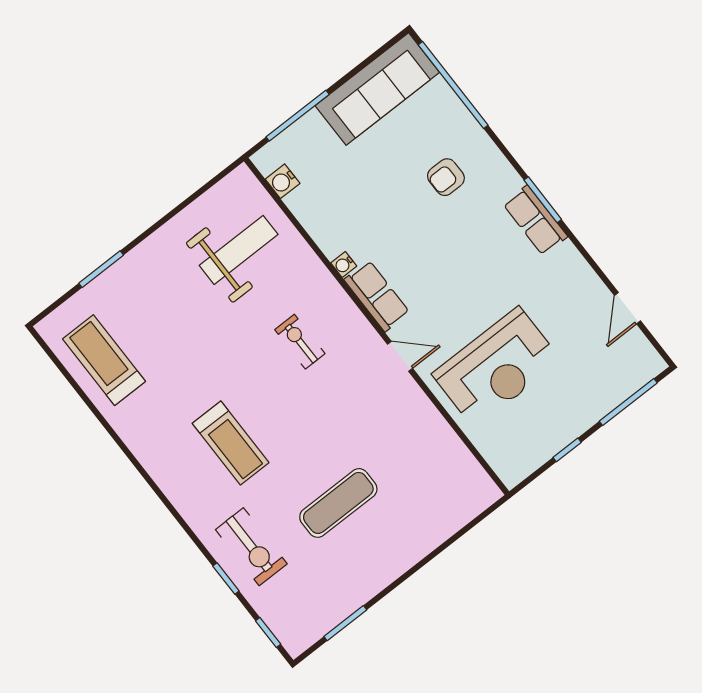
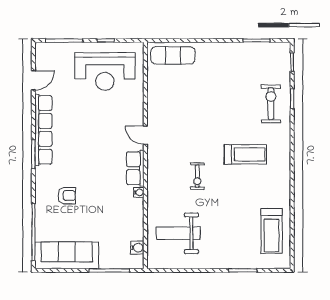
row of seats: (535, 220) -> (43, 130), width x2.02
exercise bike: (300, 342) -> (197, 176), moved
reception desk: (497, 367) -> (105, 72), moved, turned 180
treadmill: (231, 443) -> (245, 154), turned 90
exercise mat: (338, 503) -> (173, 55), moved

